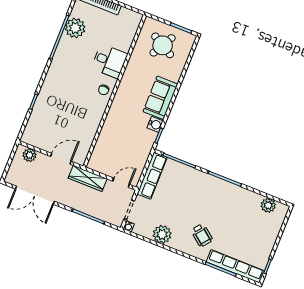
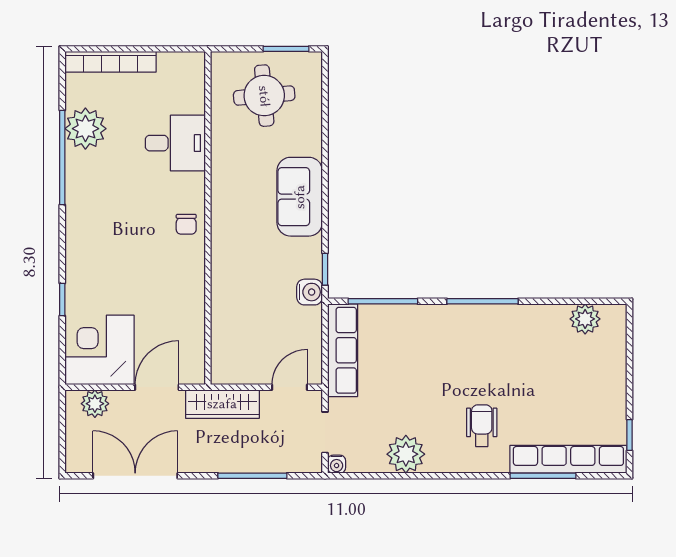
round table: (163, 45) -> (264, 96), turned -34
desk: (109, 61) -> (175, 143), moved
water cooler: (155, 124) -> (310, 292), moved
corner desk: (41, 131) -> (99, 350), added
double door: (35, 195) -> (135, 476), swing flipped
wheelchair: (202, 235) -> (482, 426), turned -128

